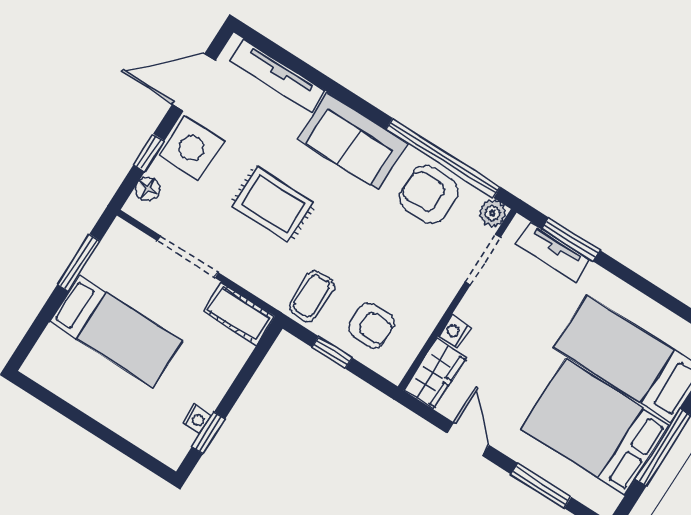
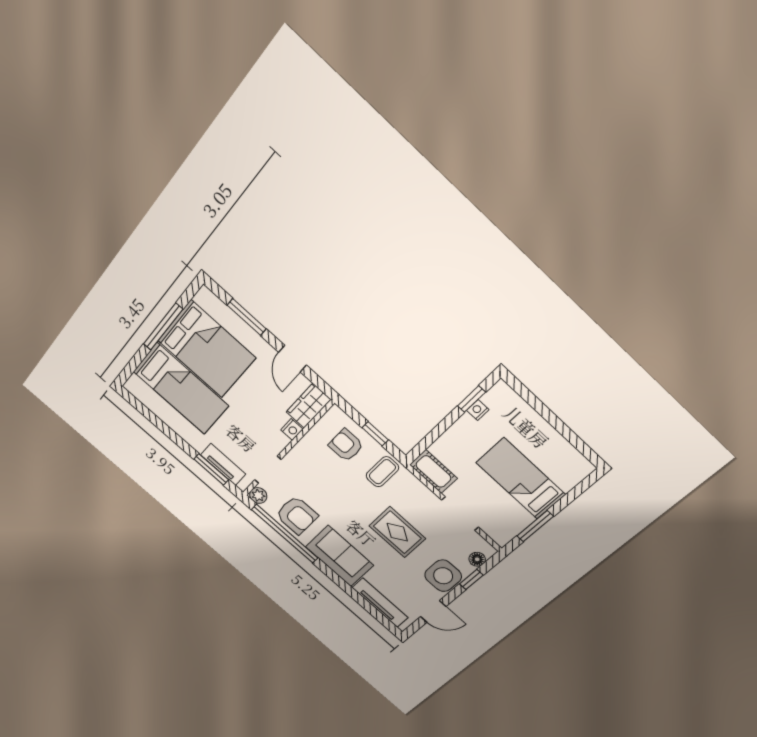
door: (194, 82) -> (433, 611), width x0.73

